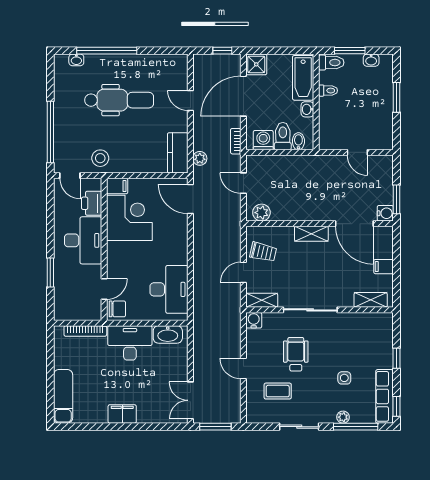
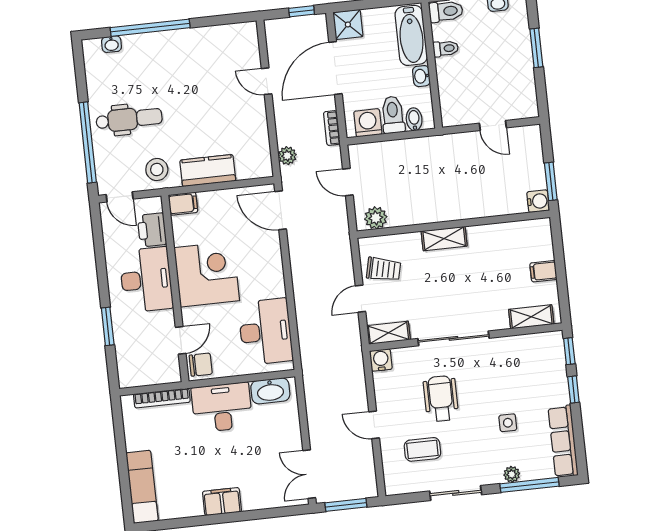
dental chair: (119, 100) -> (129, 119), moved, width x0.73, depth x0.72
kitchen counter: (178, 153) -> (208, 170), moved, turned 90
corner desk: (129, 218) -> (207, 274), moved
door: (354, 224) -> (499, 219), removed
window: (397, 406) -> (569, 351), moved

